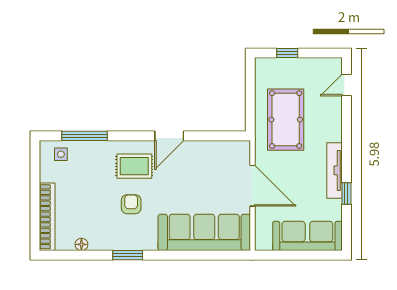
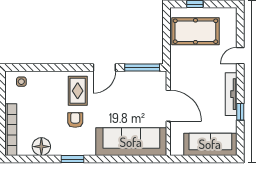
door: (346, 85) -> (240, 56), moved
pool table: (286, 120) -> (195, 31), moved, turned 90
window: (85, 136) -> (142, 68), moved
rug: (134, 166) -> (78, 91), turned 90
floor lamp: (81, 244) -> (41, 147), width x1.89, depth x1.89

